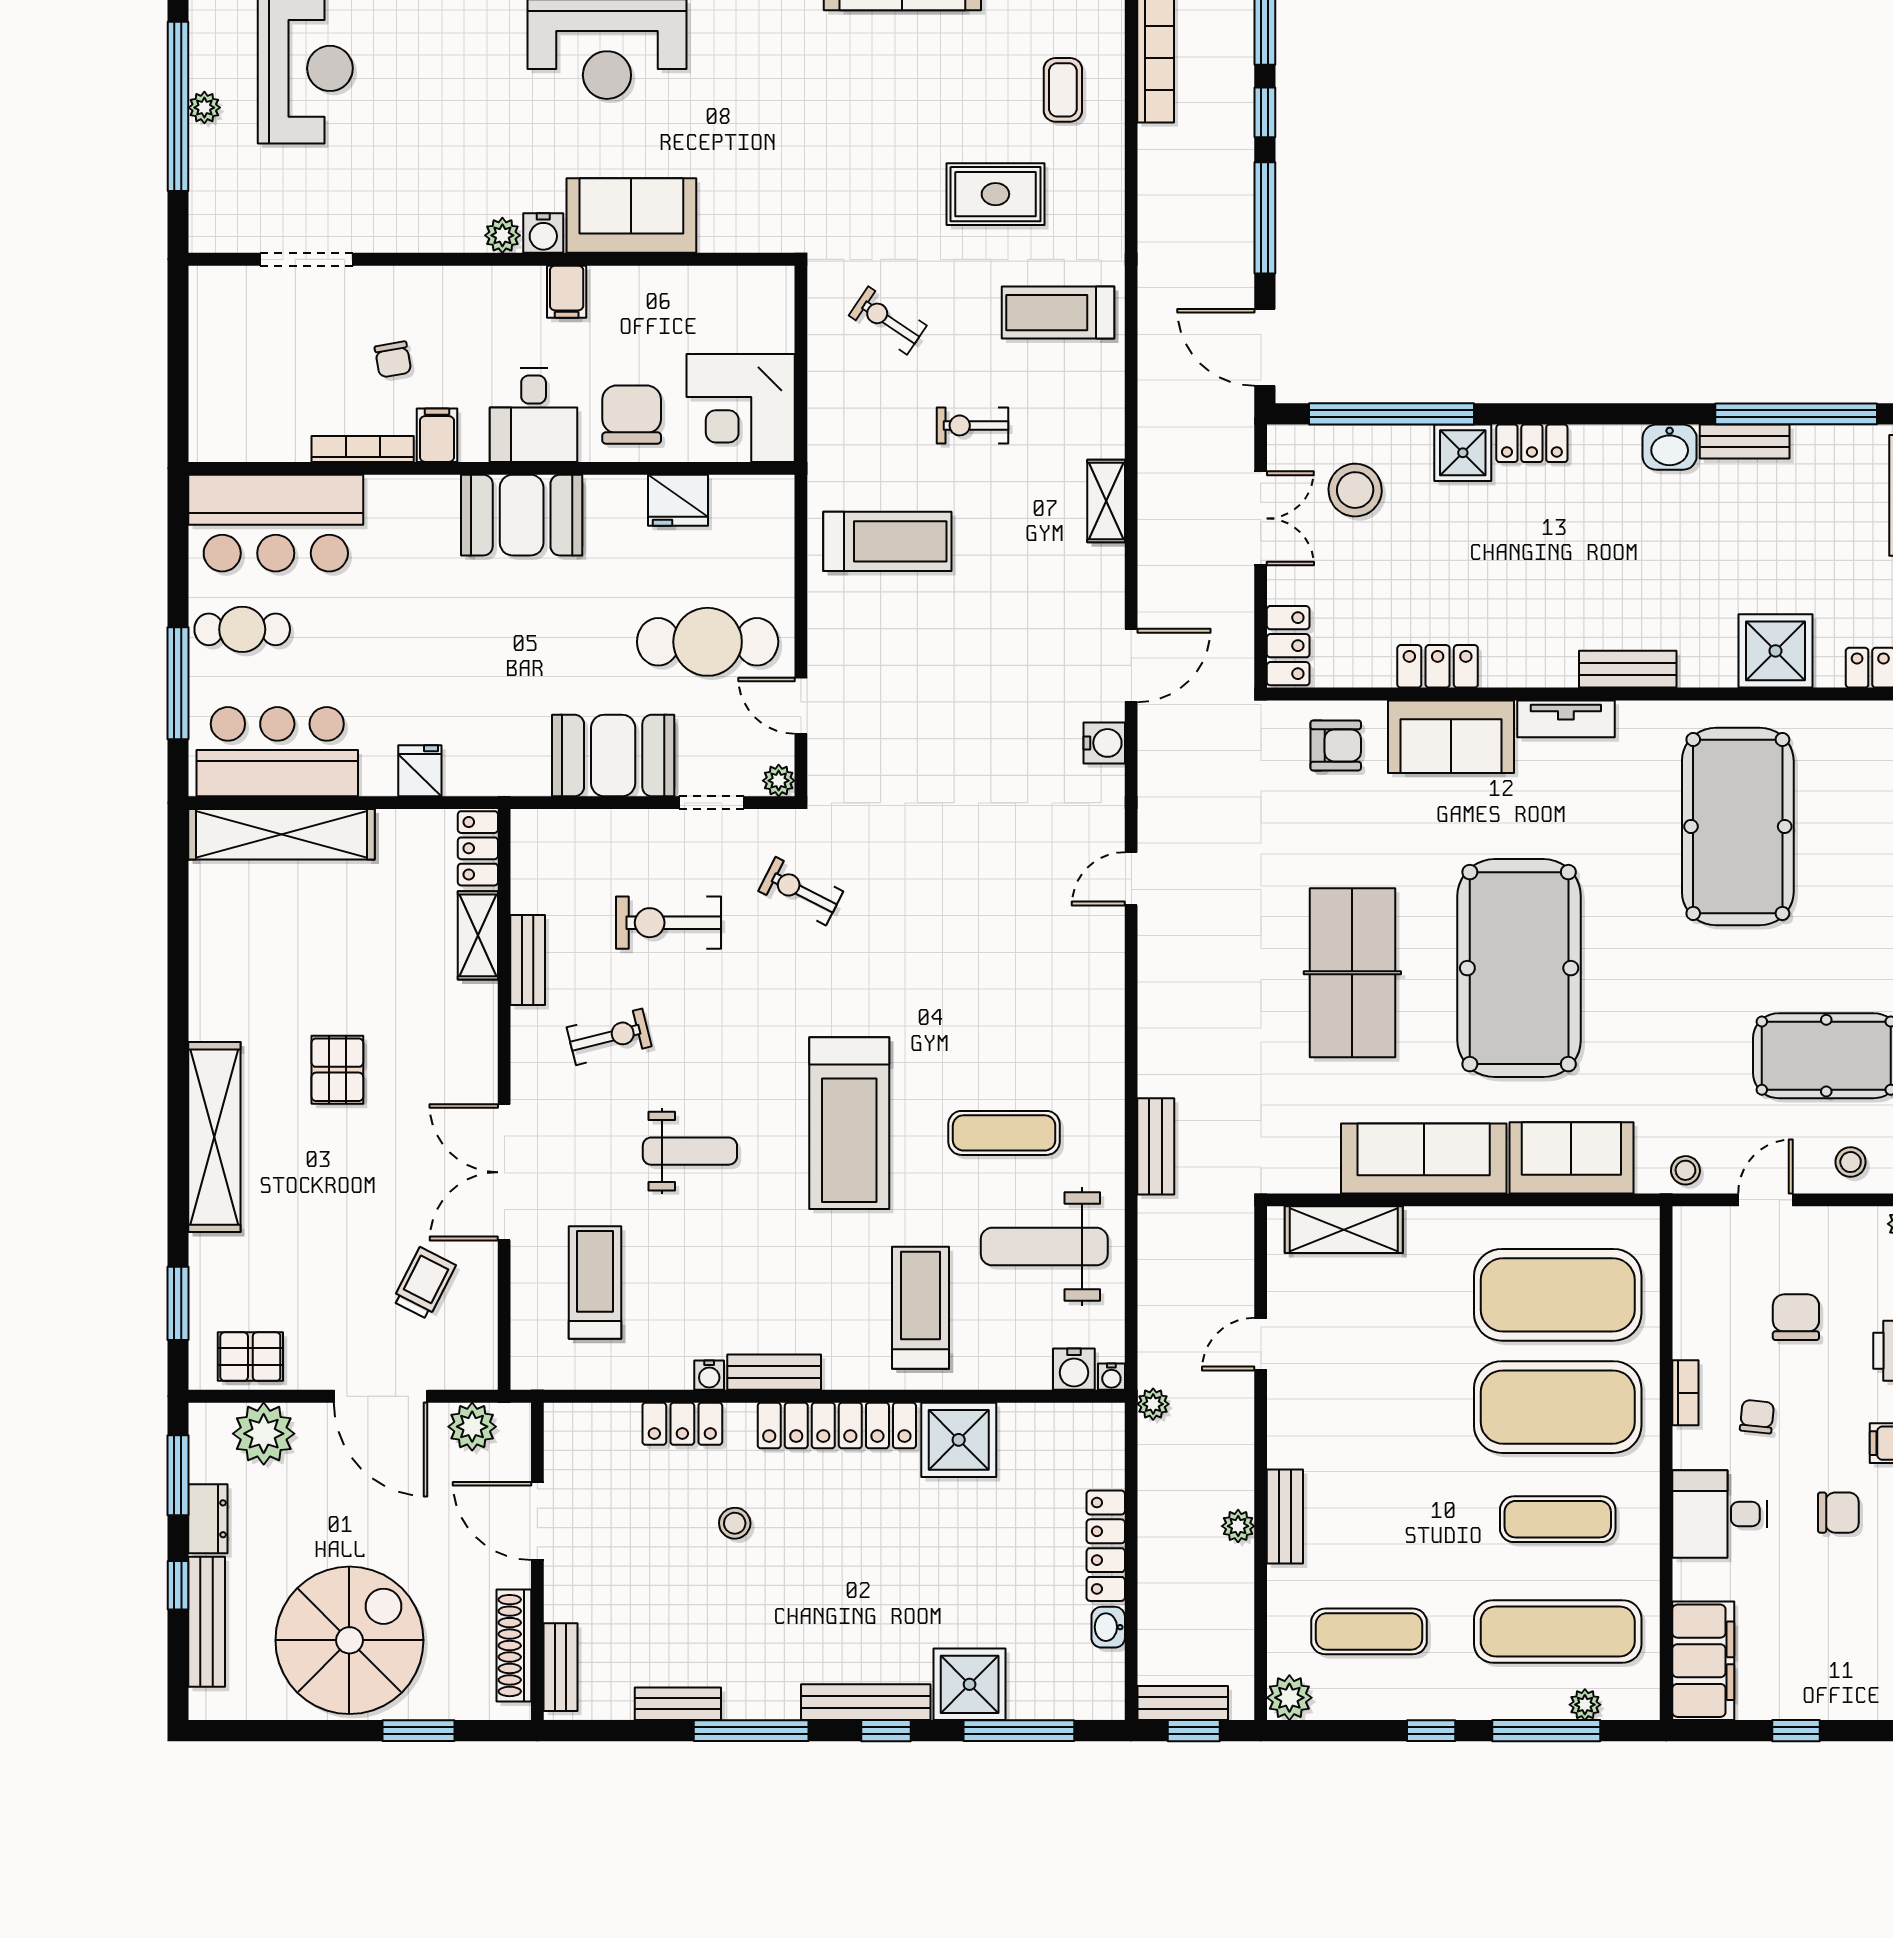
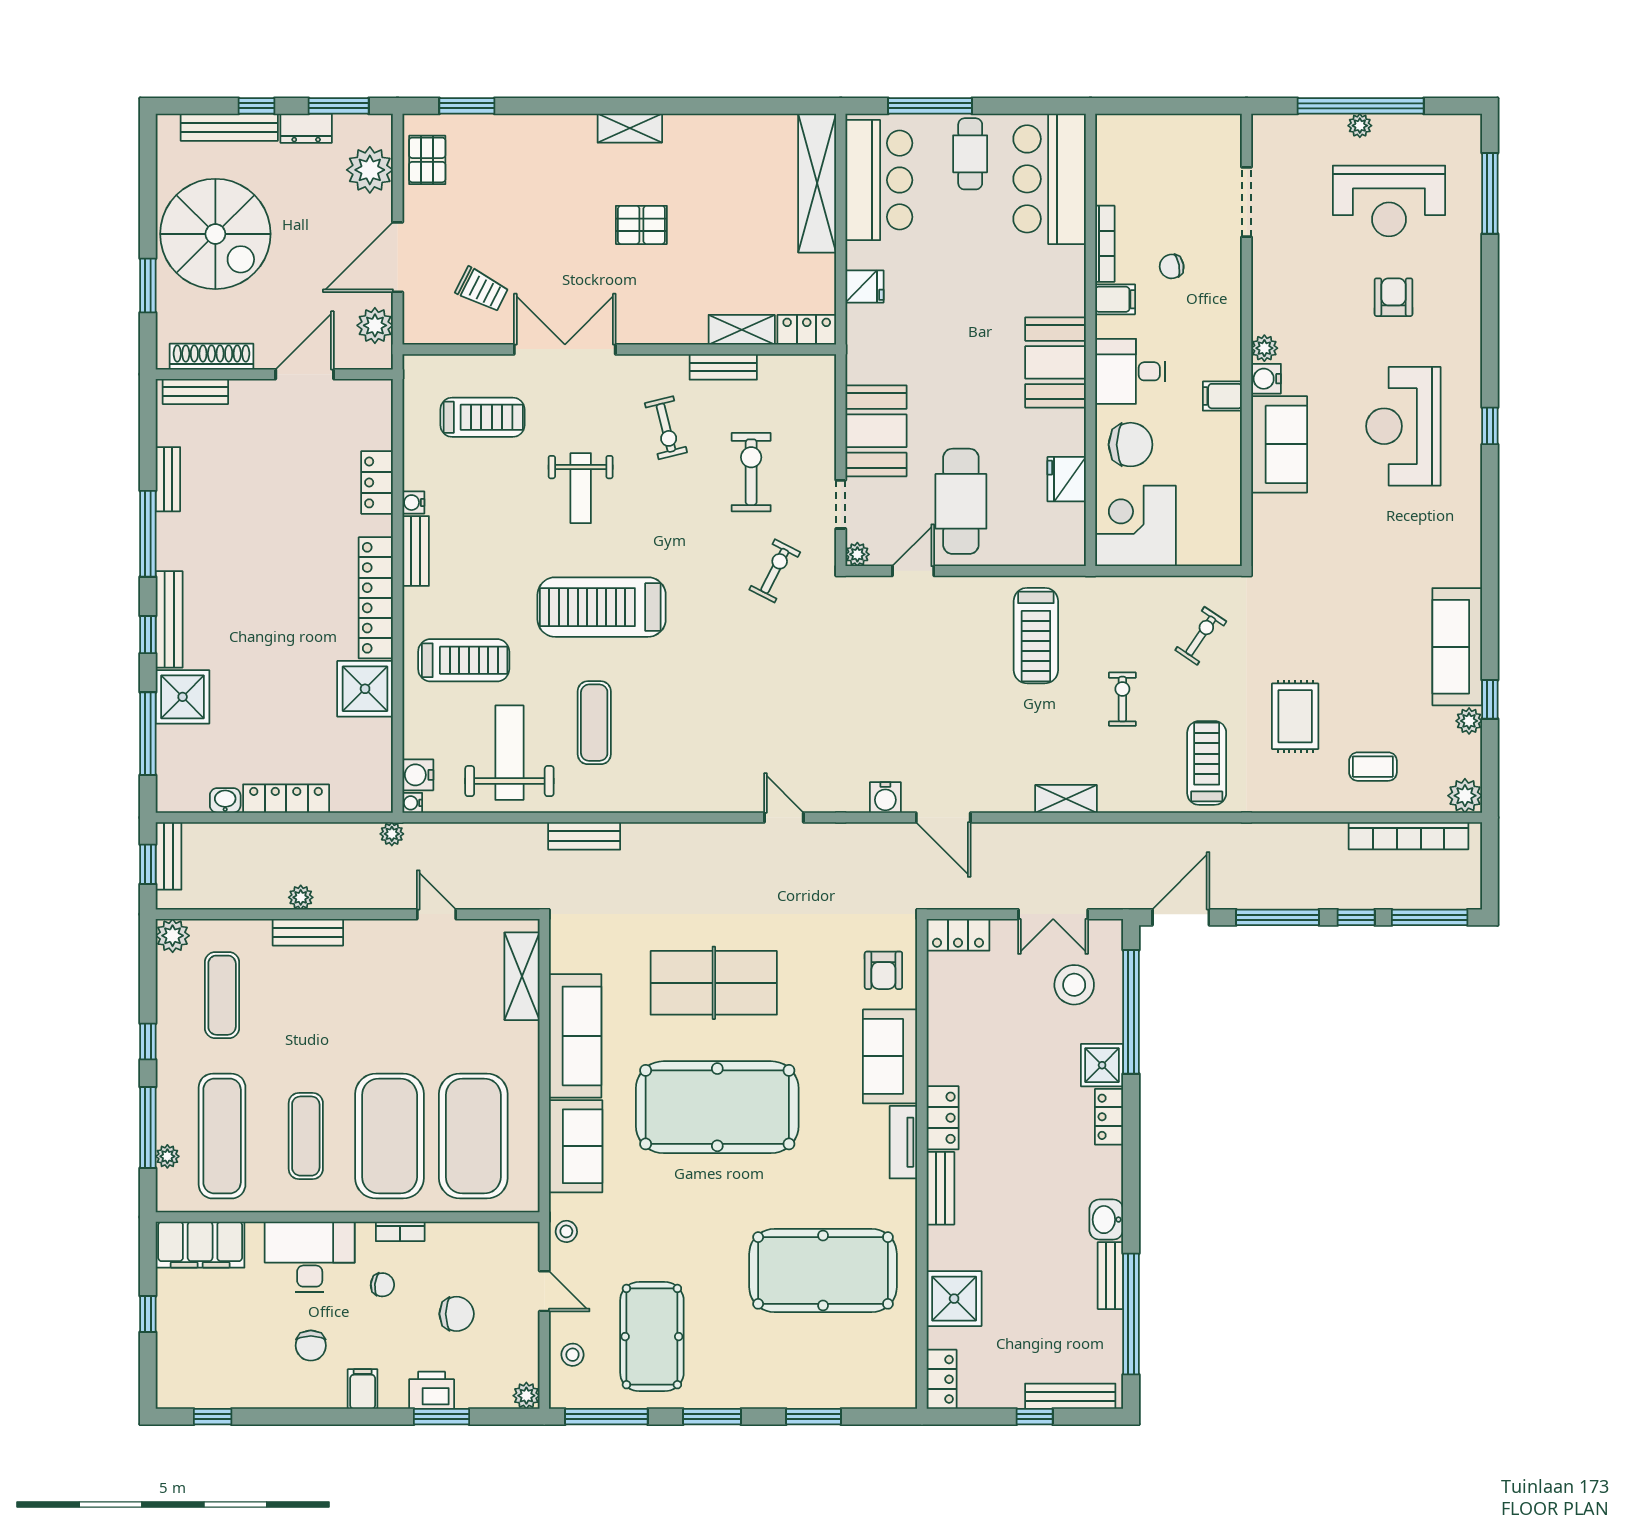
armchair: (434, 62) -> (1394, 297), added
locker: (1438, 666) -> (943, 1118), moved
shelving: (214, 1137) -> (630, 128), width x0.45, depth x0.75
desk: (1720, 1514) -> (310, 1257), width x1.37
stool: (735, 1523) -> (303, 522), removed

